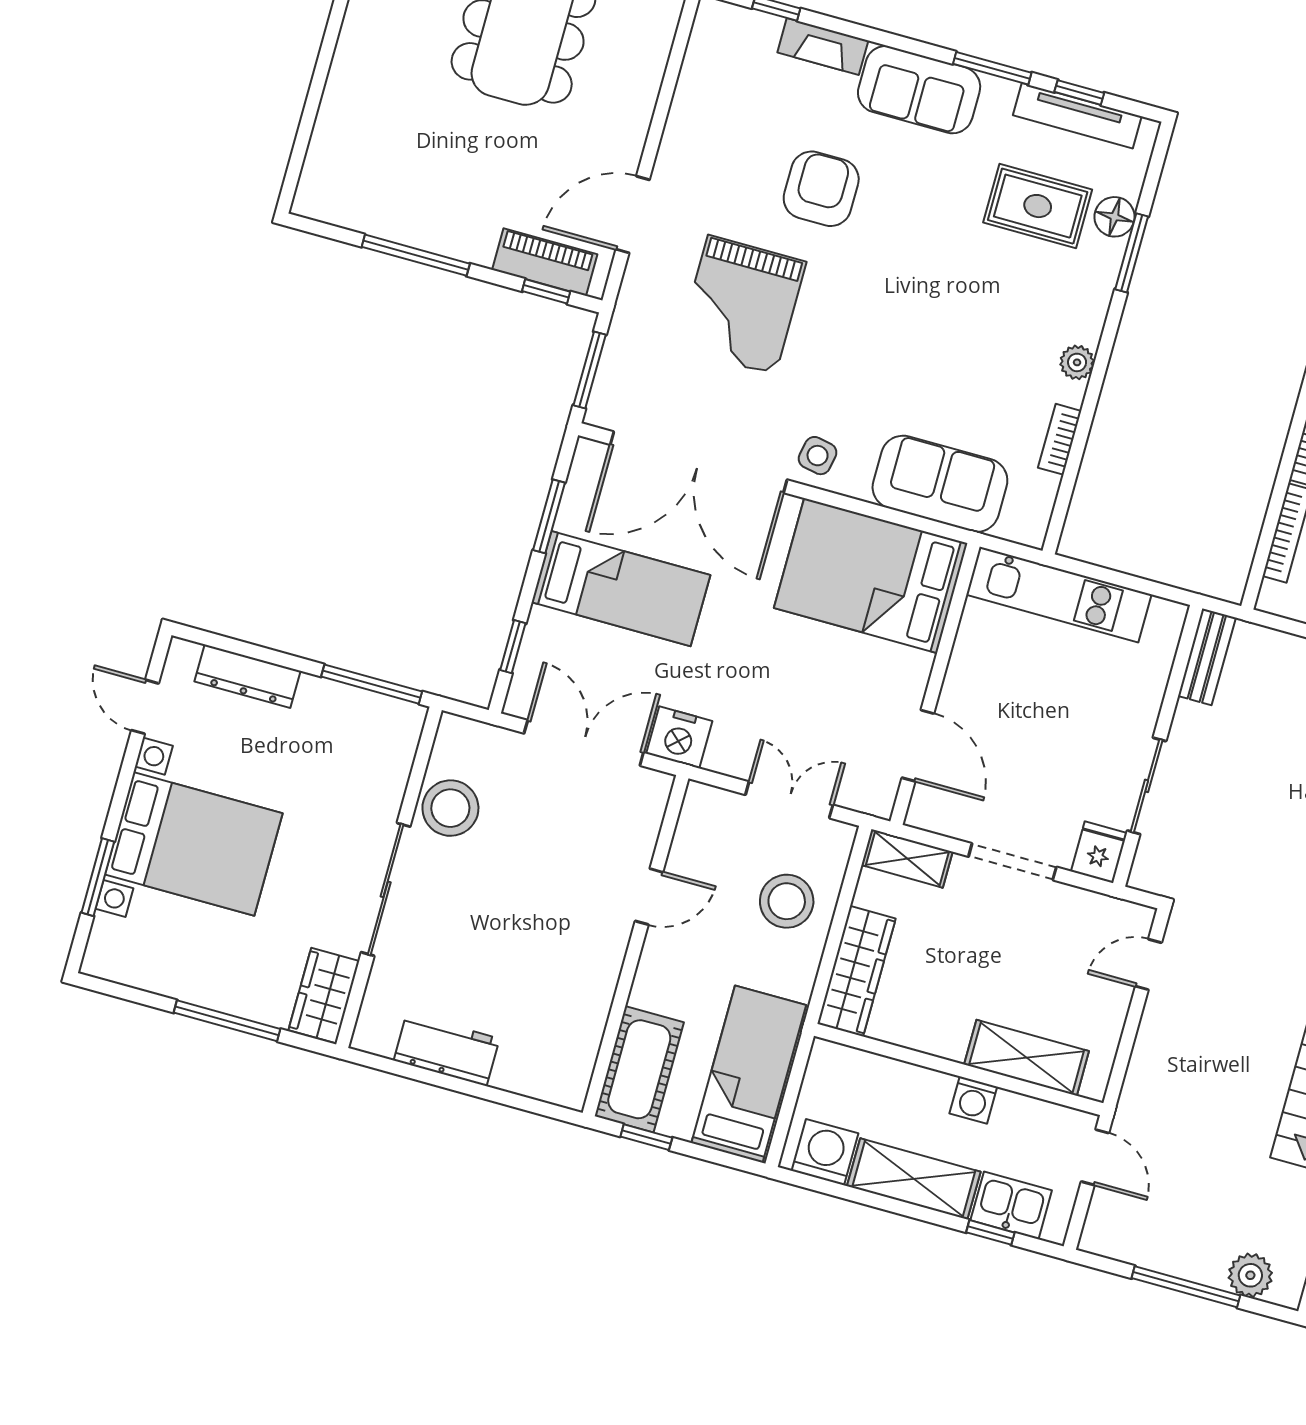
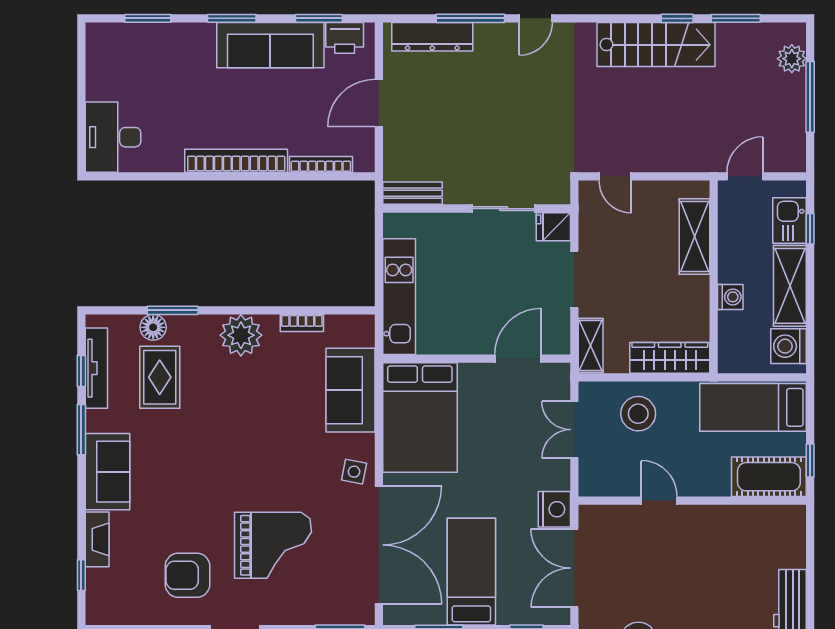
armchair: (821, 189) -> (187, 575), moved
plant: (1077, 362) -> (241, 335), width x1.88, depth x1.88
washing machine: (973, 1100) -> (730, 297), moved

